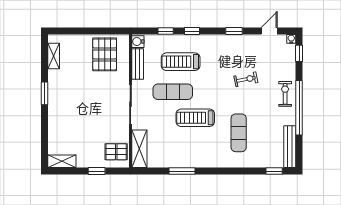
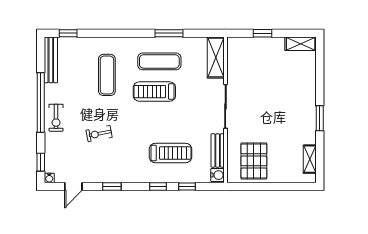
exercise mat: (173, 92) -> (159, 61), moved
treadmill: (195, 118) -> (154, 92), turned 180
pallet: (116, 152) -> (241, 54), removed

